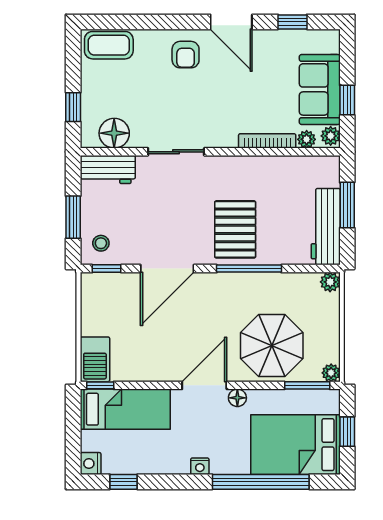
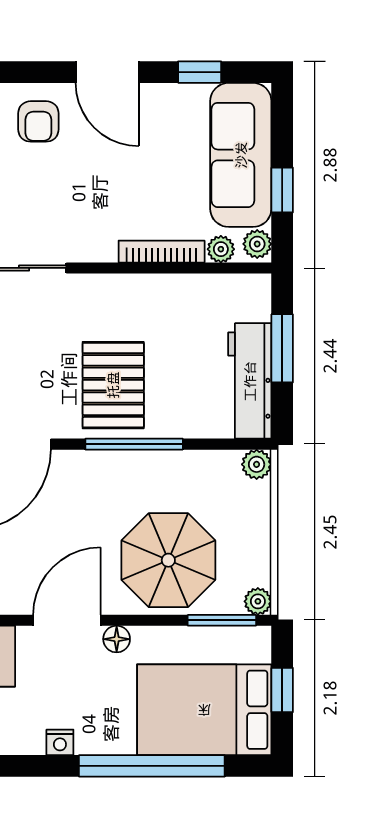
sofa: (320, 89) -> (241, 155), width x1.36

